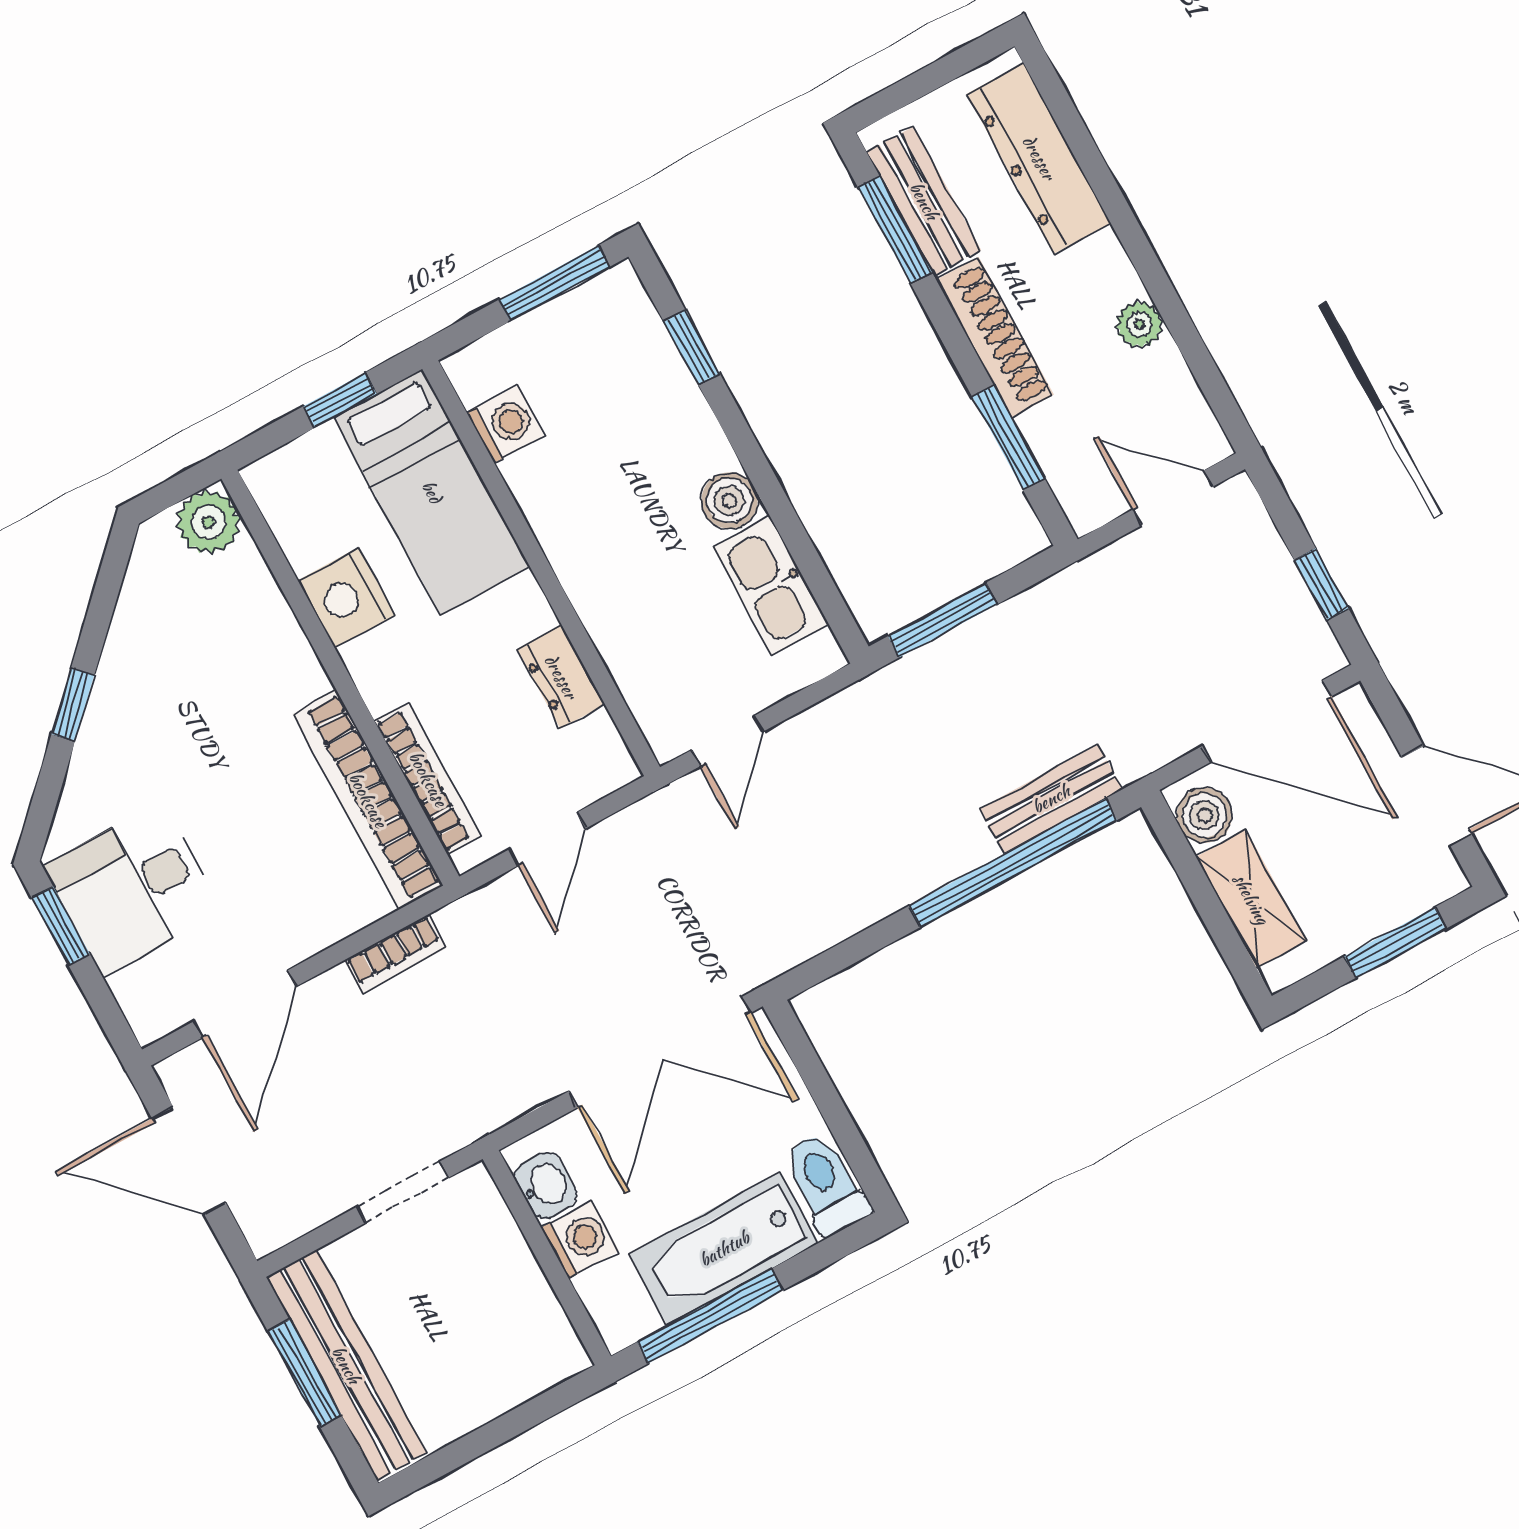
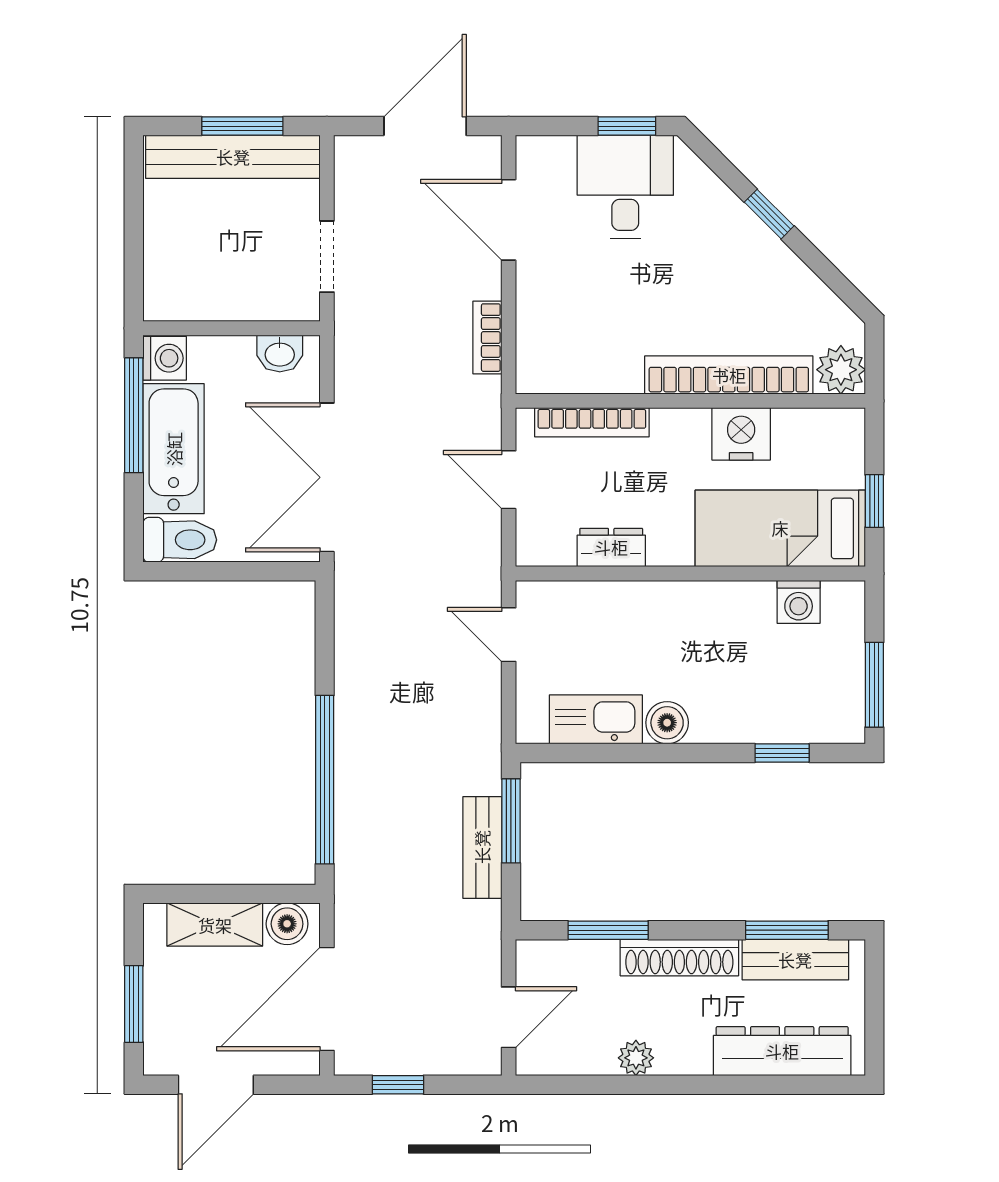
bench: (1051, 799) -> (482, 847), moved
bookcase: (368, 800) -> (729, 375), moved
washing machine: (580, 1240) -> (165, 358), moved, turned -90

